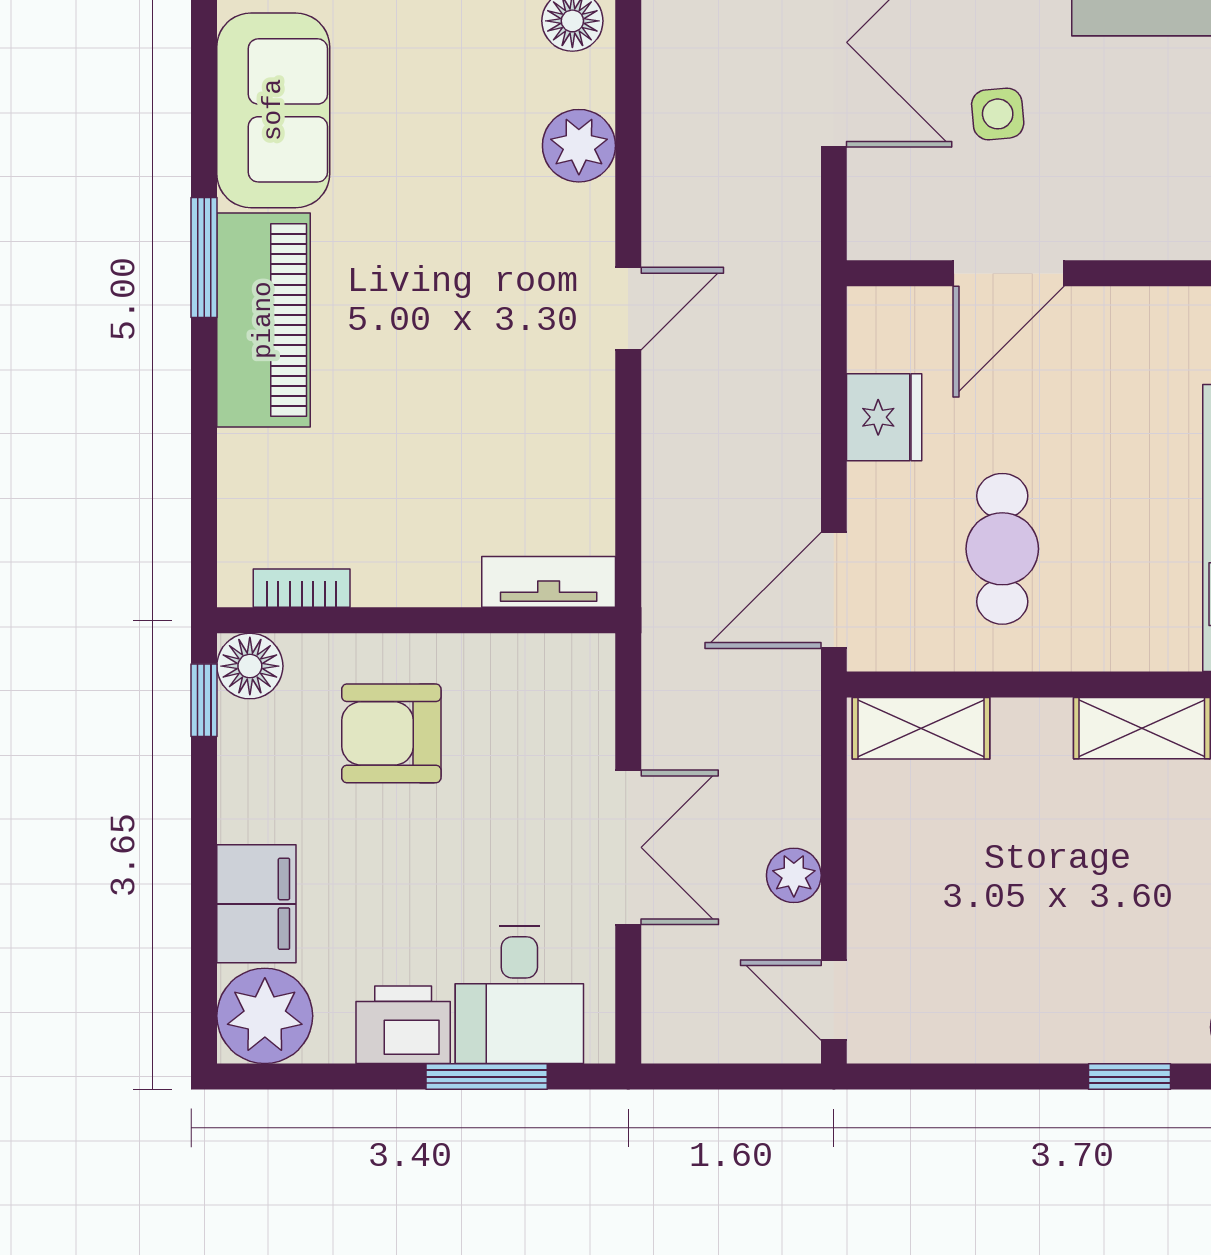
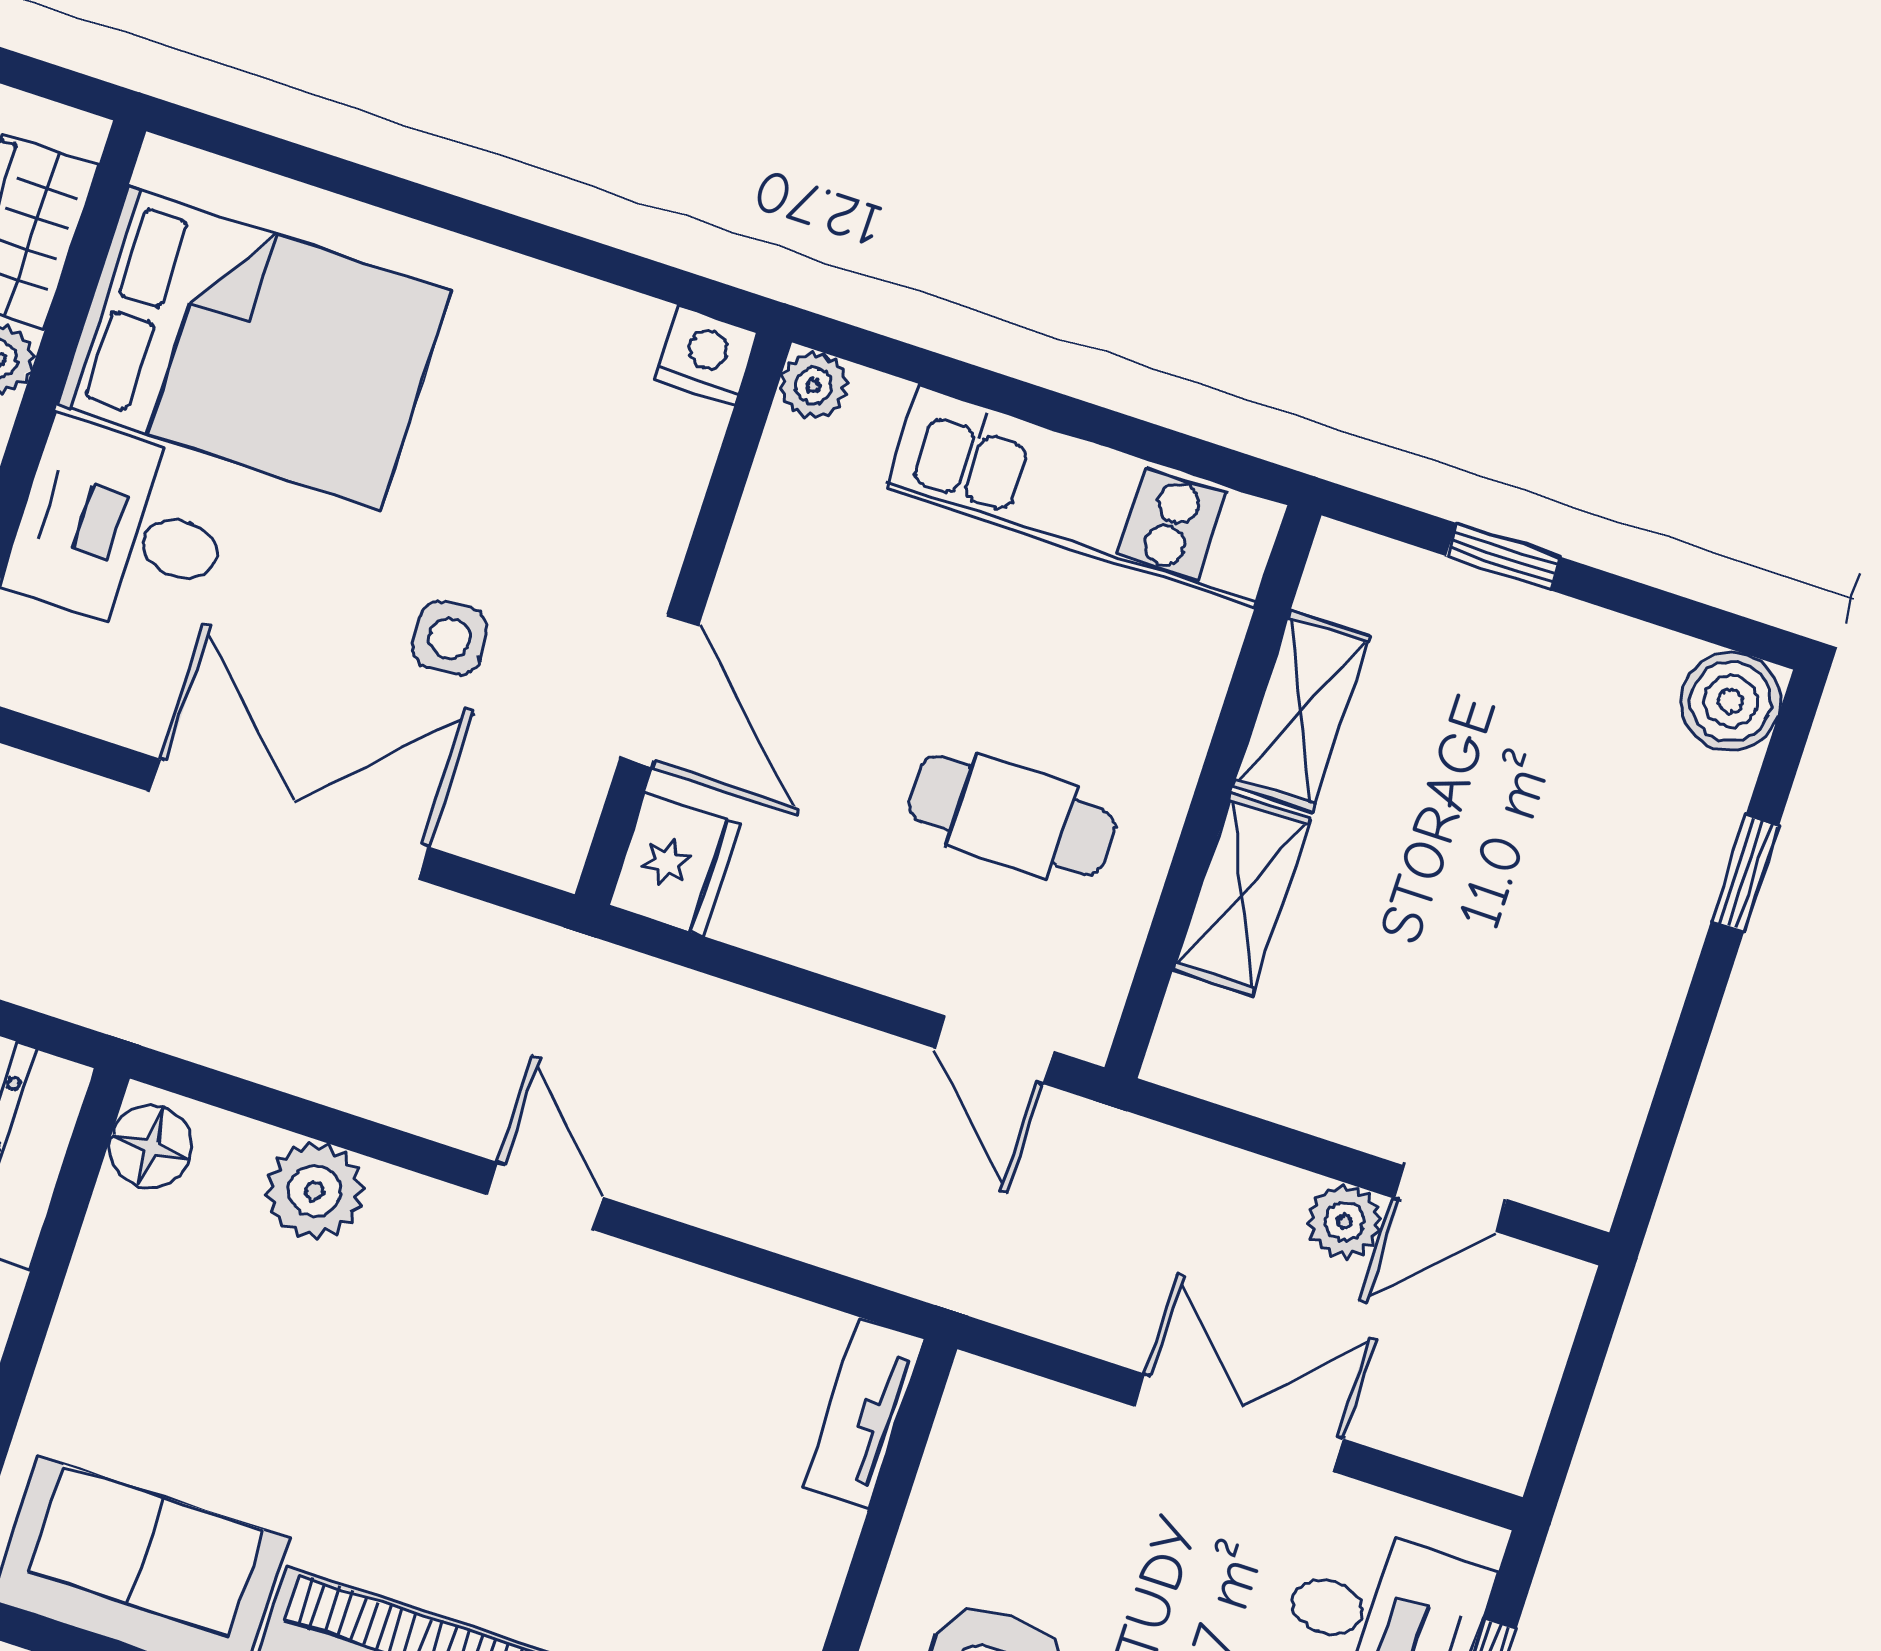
fridge: (884, 417) -> (674, 865), moved, turned 90
door: (834, 590) -> (994, 1050), width x0.73
shelving: (921, 728) -> (1242, 894), moved
door: (834, 1000) -> (1450, 1199), moved

